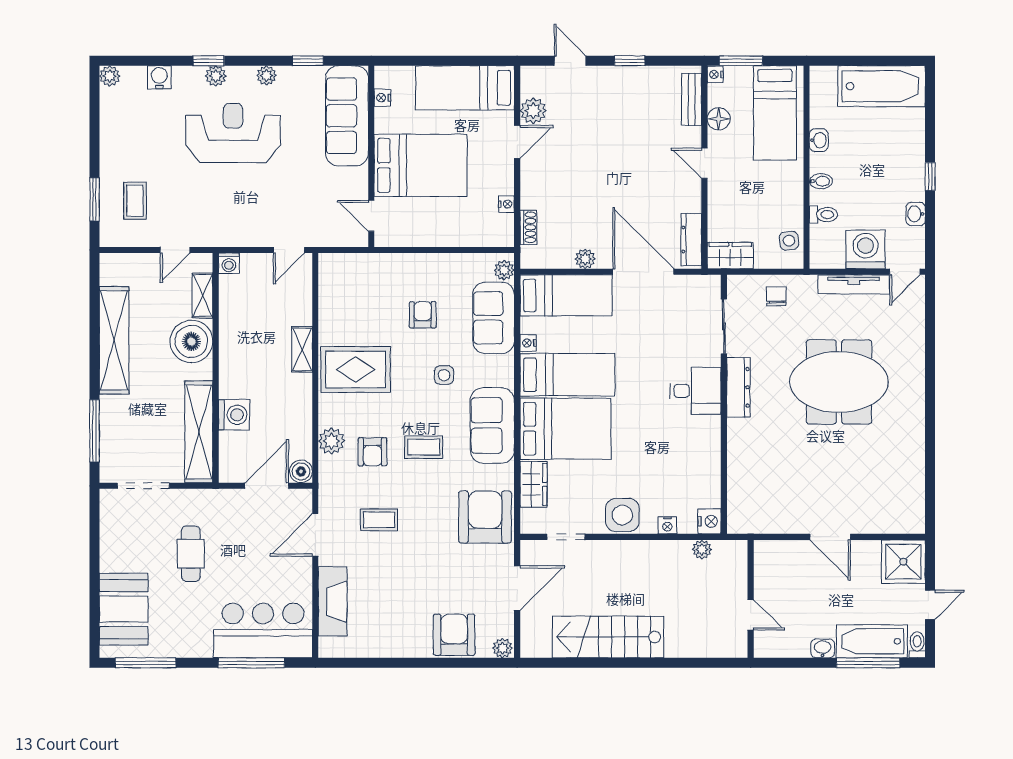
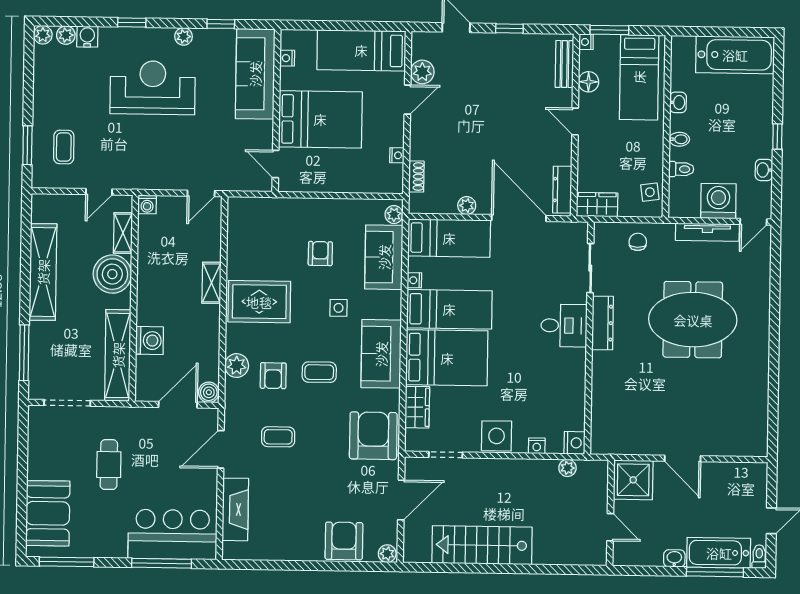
plant: (216, 76) -> (66, 35), moved
shower: (903, 562) -> (633, 480), moved

